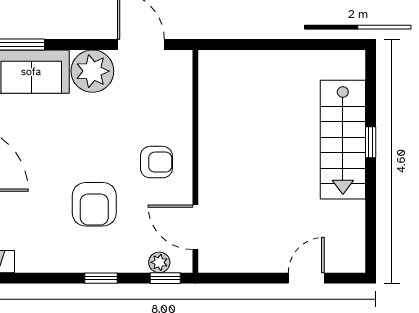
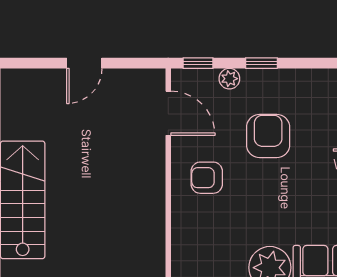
plant: (159, 262) -> (229, 79), moved
door: (306, 278) -> (84, 63), moved

